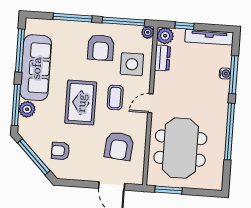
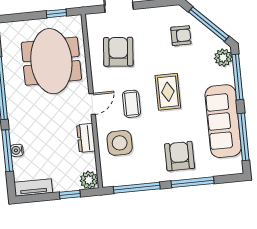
plant: (148, 32) -> (108, 180), removed
tv unit: (209, 37) -> (33, 187), width x0.71
armchair: (101, 48) -> (180, 156), moved
dresser: (162, 58) -> (86, 138), moved
rug: (81, 103) -> (168, 92), width x0.73, depth x0.70
plant: (27, 109) -> (223, 58), moved
window: (168, 190) -> (56, 13), width x0.67

